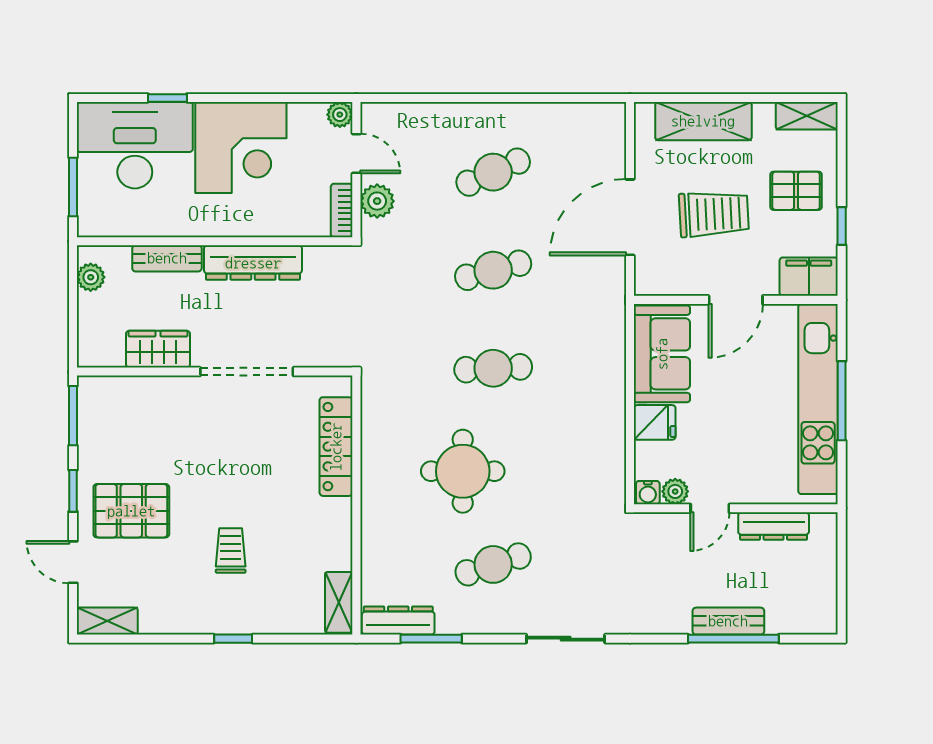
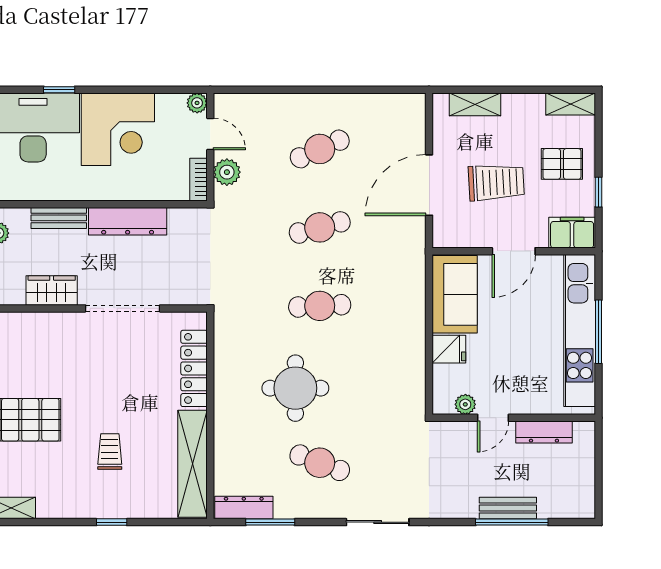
shelving: (703, 121) -> (475, 104), width x0.67, depth x0.75
water cooler: (648, 493) -> (443, 405), removed
cafe table: (493, 564) -> (320, 463), turned 39
shelving: (339, 602) -> (193, 464), width x2.20, depth x1.33

